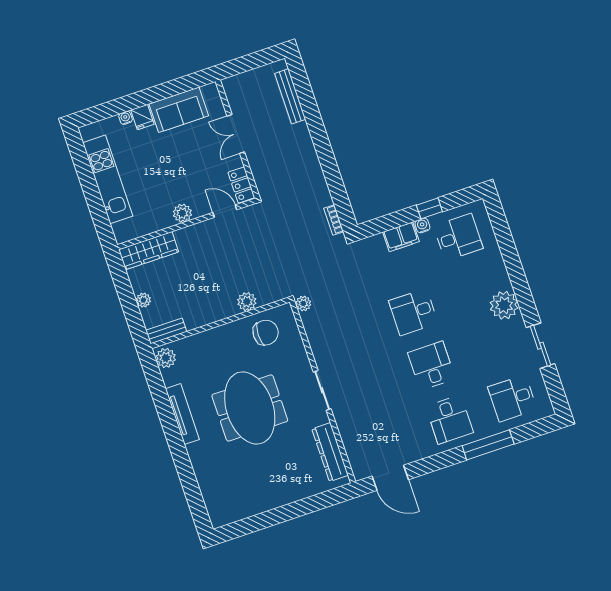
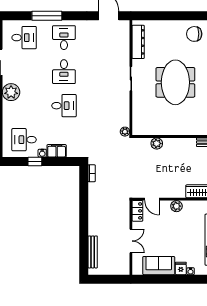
chair: (266, 333) -> (194, 34), moved

